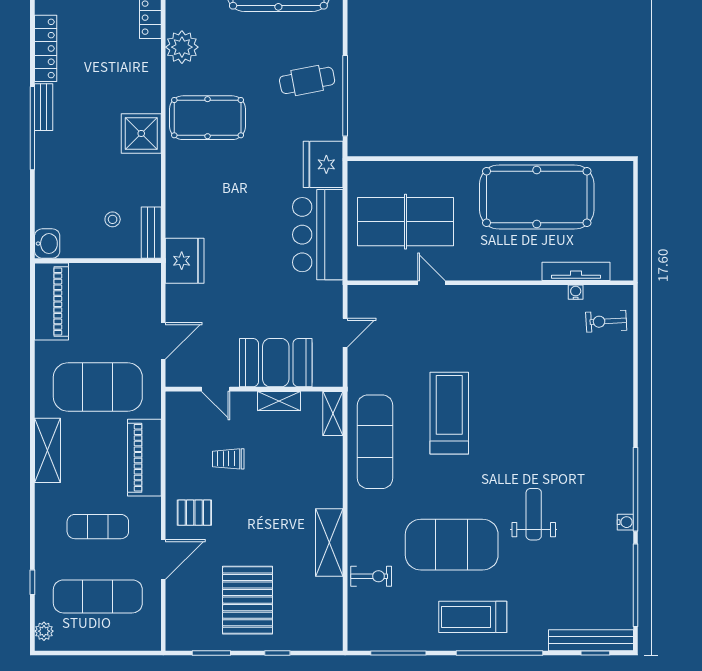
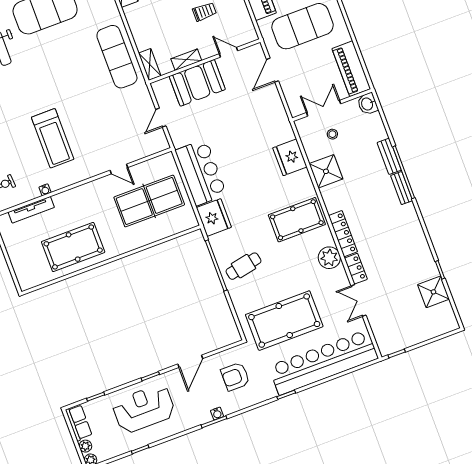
locker: (46, 48) -> (343, 234), moved, turned 180
shower: (141, 133) -> (326, 171), moved
pool table: (537, 197) -> (73, 247), width x0.73, depth x0.76
bench: (151, 233) -> (389, 156), moved
double door: (111, 261) -> (324, 108), added
fridge: (185, 261) -> (290, 157), moved
water cooler: (576, 292) -> (45, 190), moved
treadmill: (449, 413) -> (53, 138), moved

